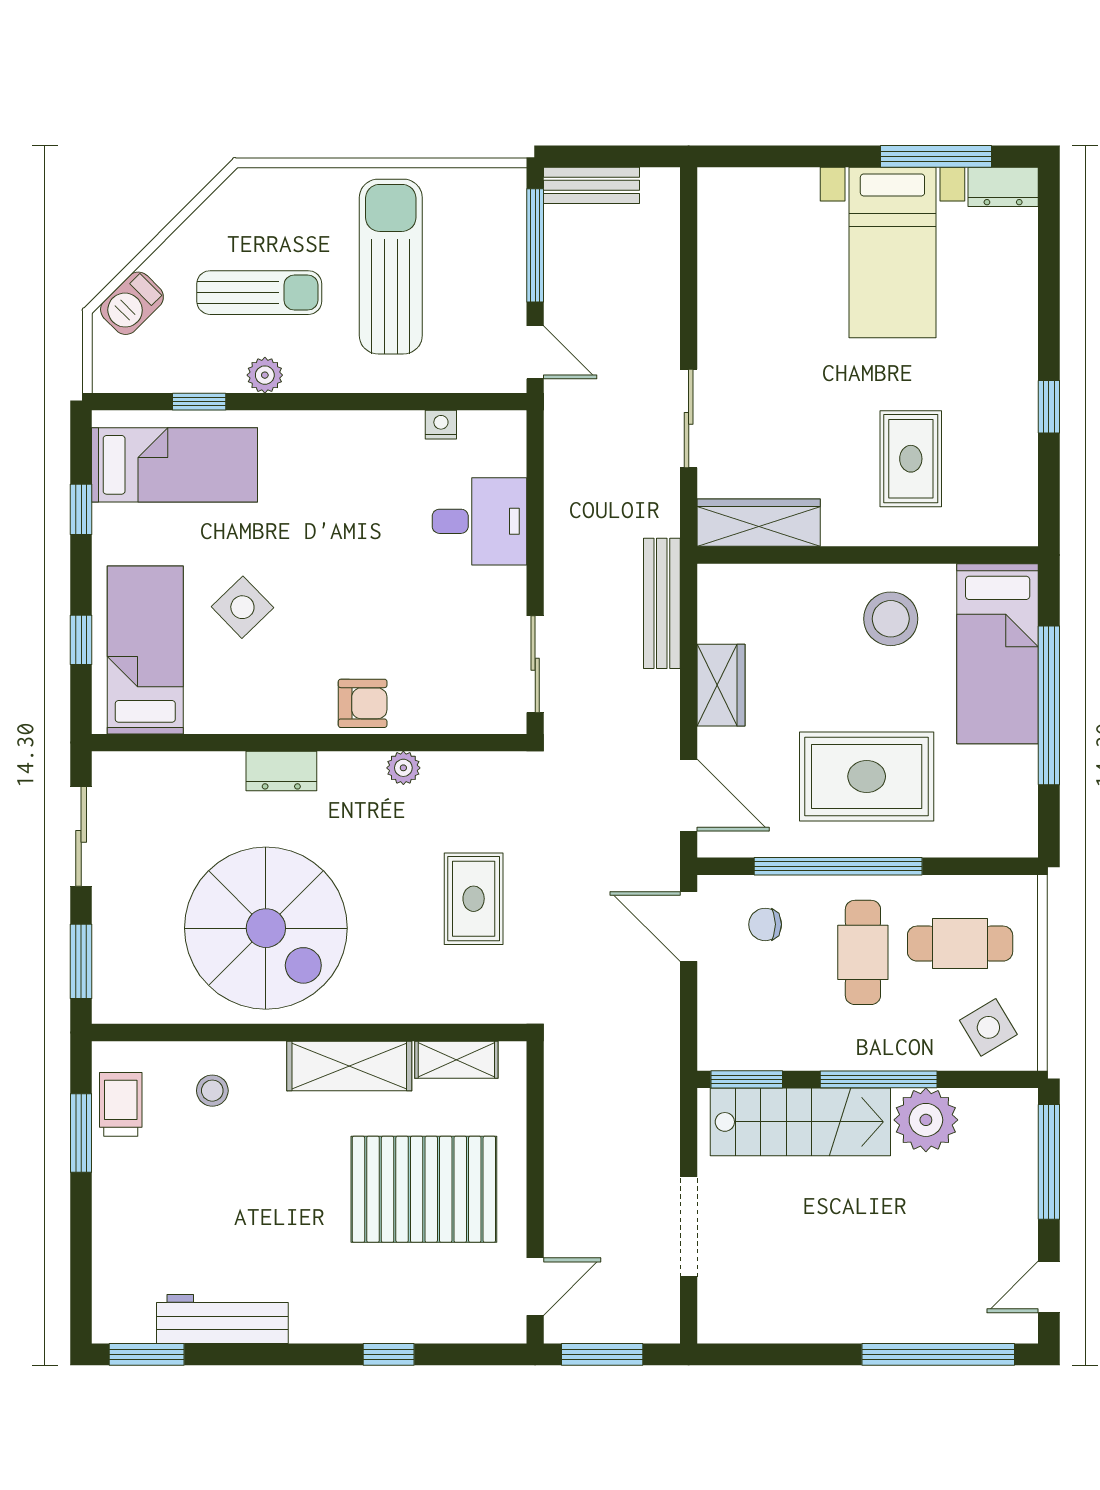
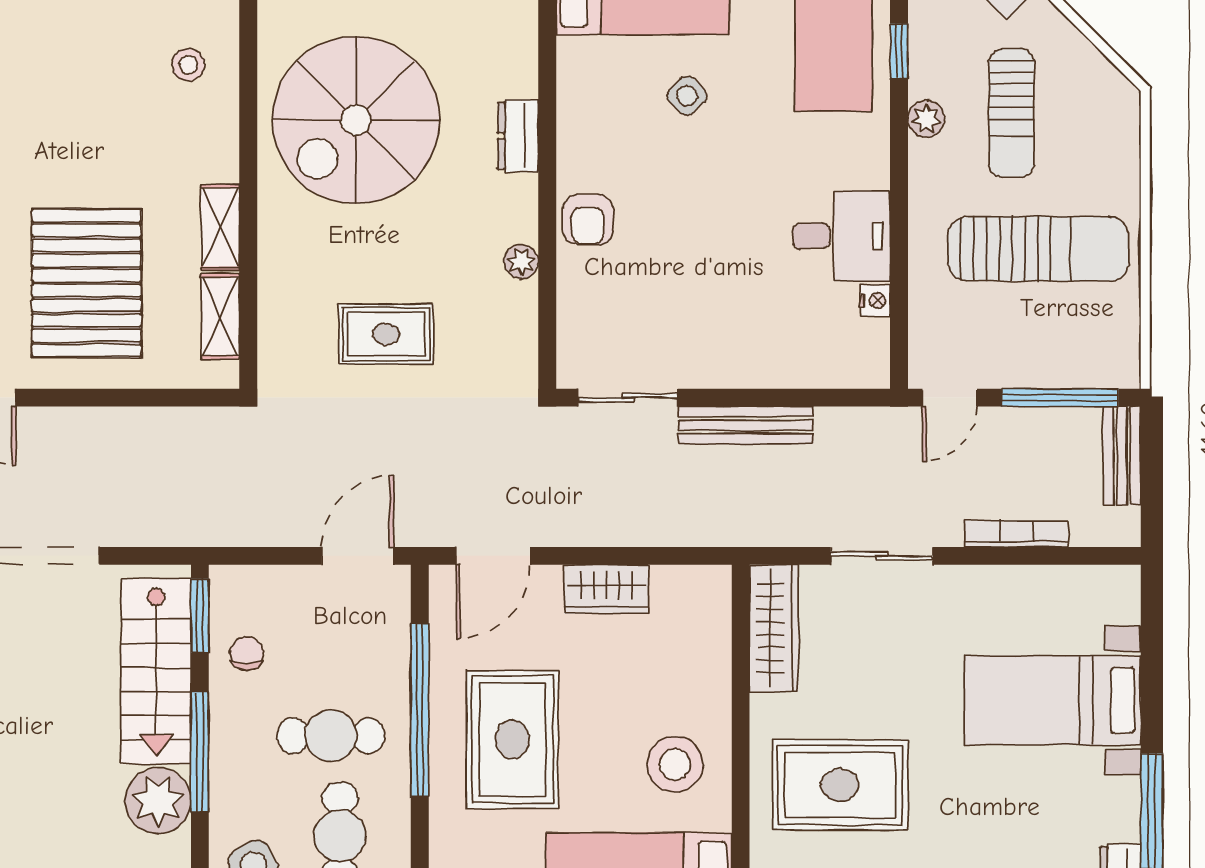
bed with nightstands: (892, 252) -> (1053, 700), moved
bookcase: (667, 287) -> (1017, 534), added
rug: (911, 459) -> (840, 785), width x1.36, depth x1.43
desk: (479, 521) -> (842, 236), moved, turned -90
bench: (662, 603) -> (746, 425), moved
side table: (242, 607) -> (687, 96), width x0.73, depth x0.73
chair: (765, 924) -> (247, 653), moved
shelving: (349, 1066) -> (220, 227), width x0.67, depth x0.75

